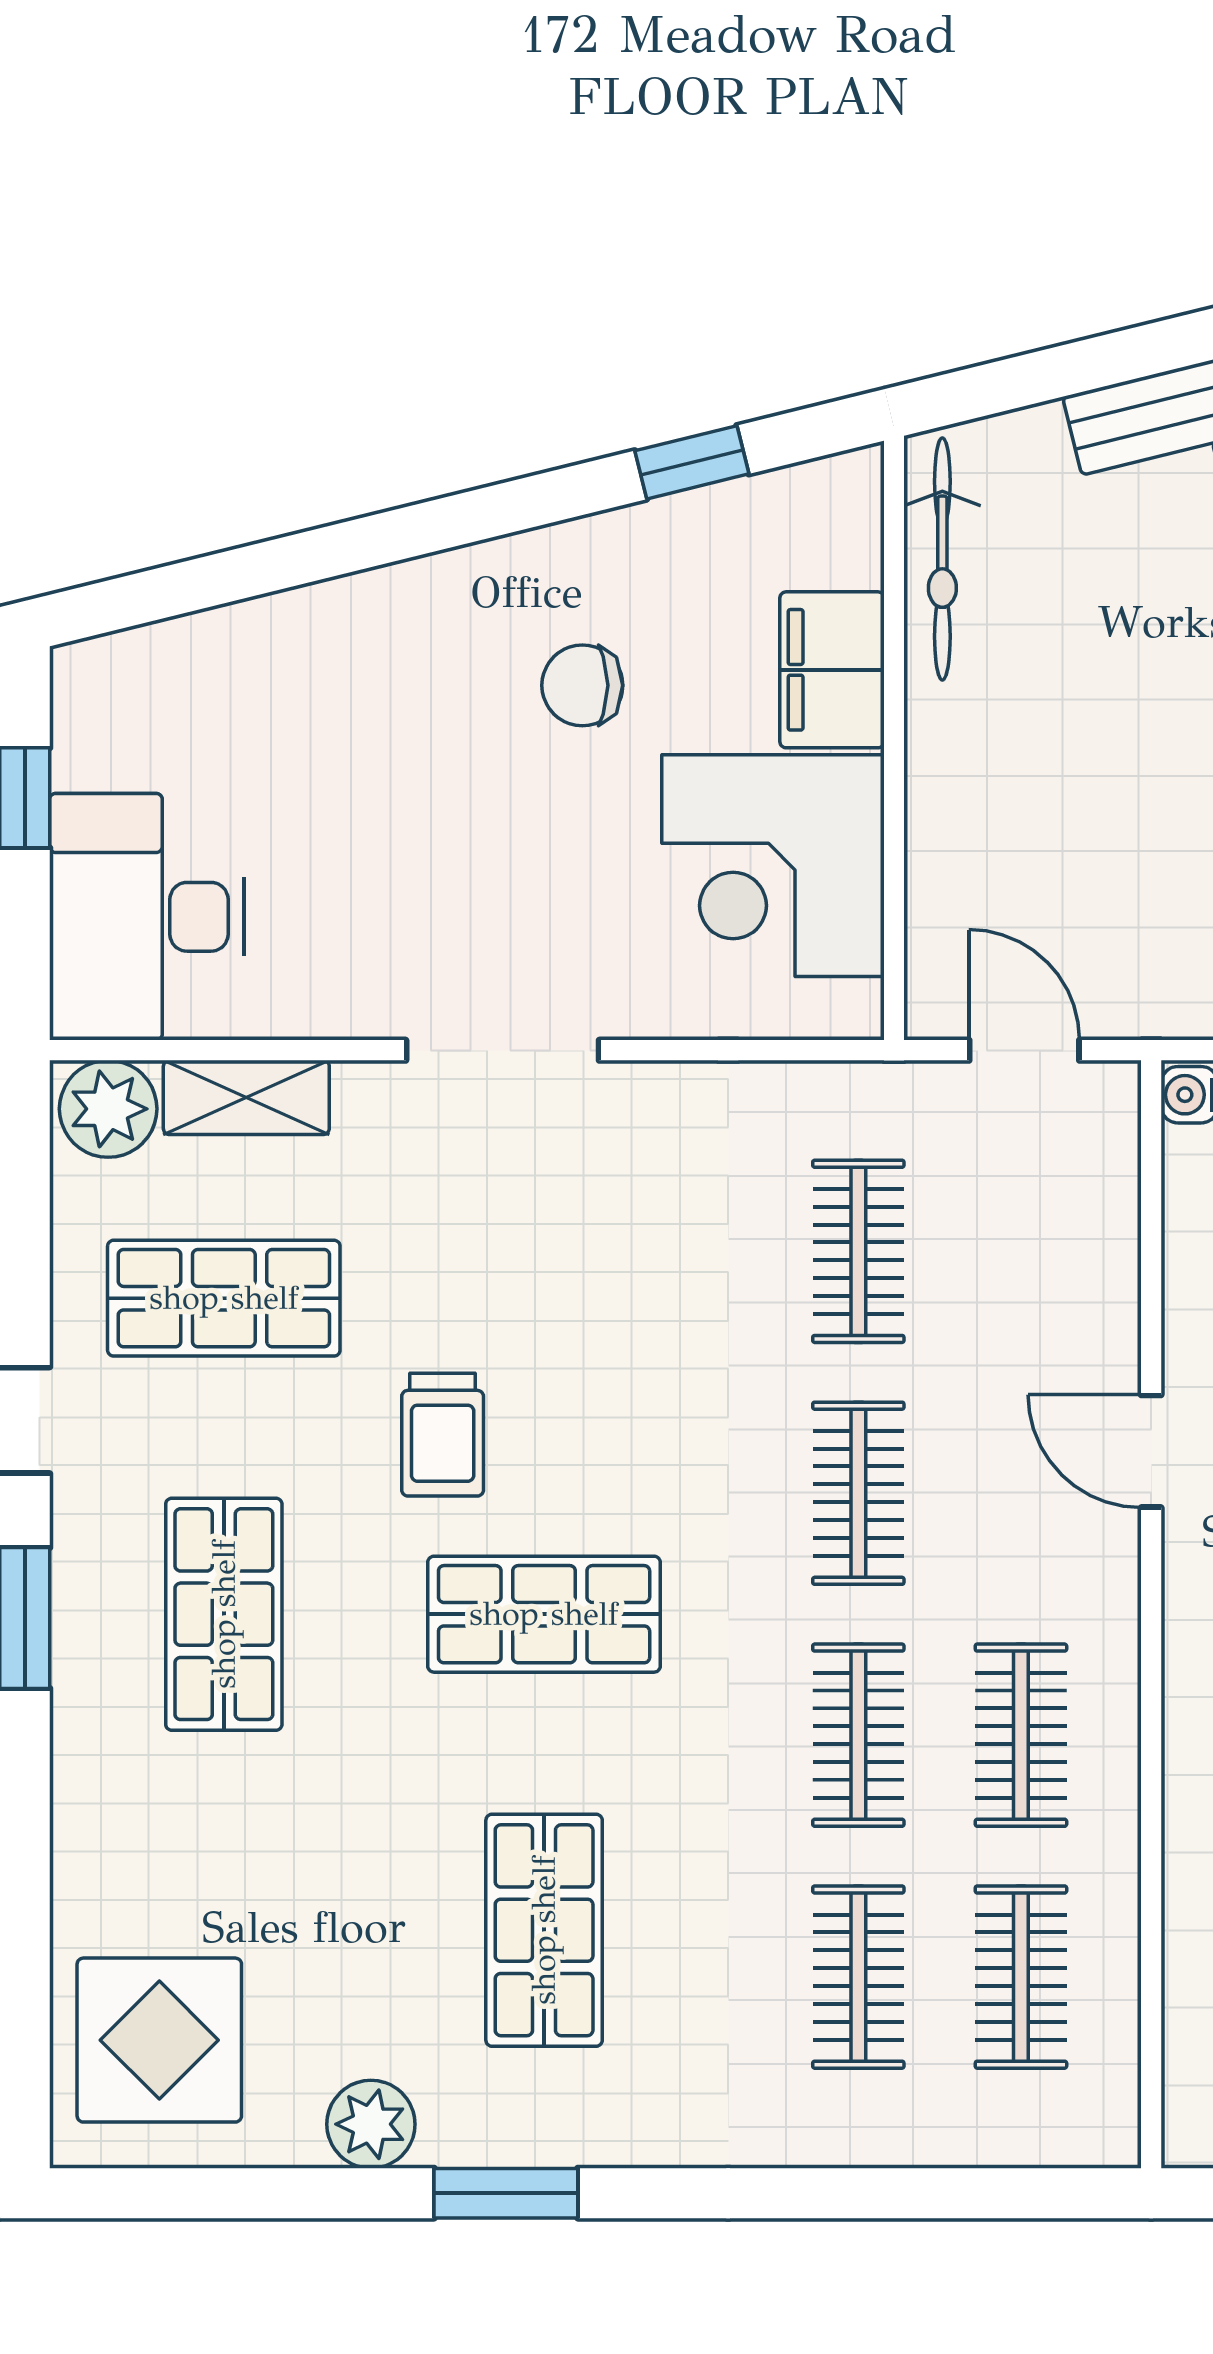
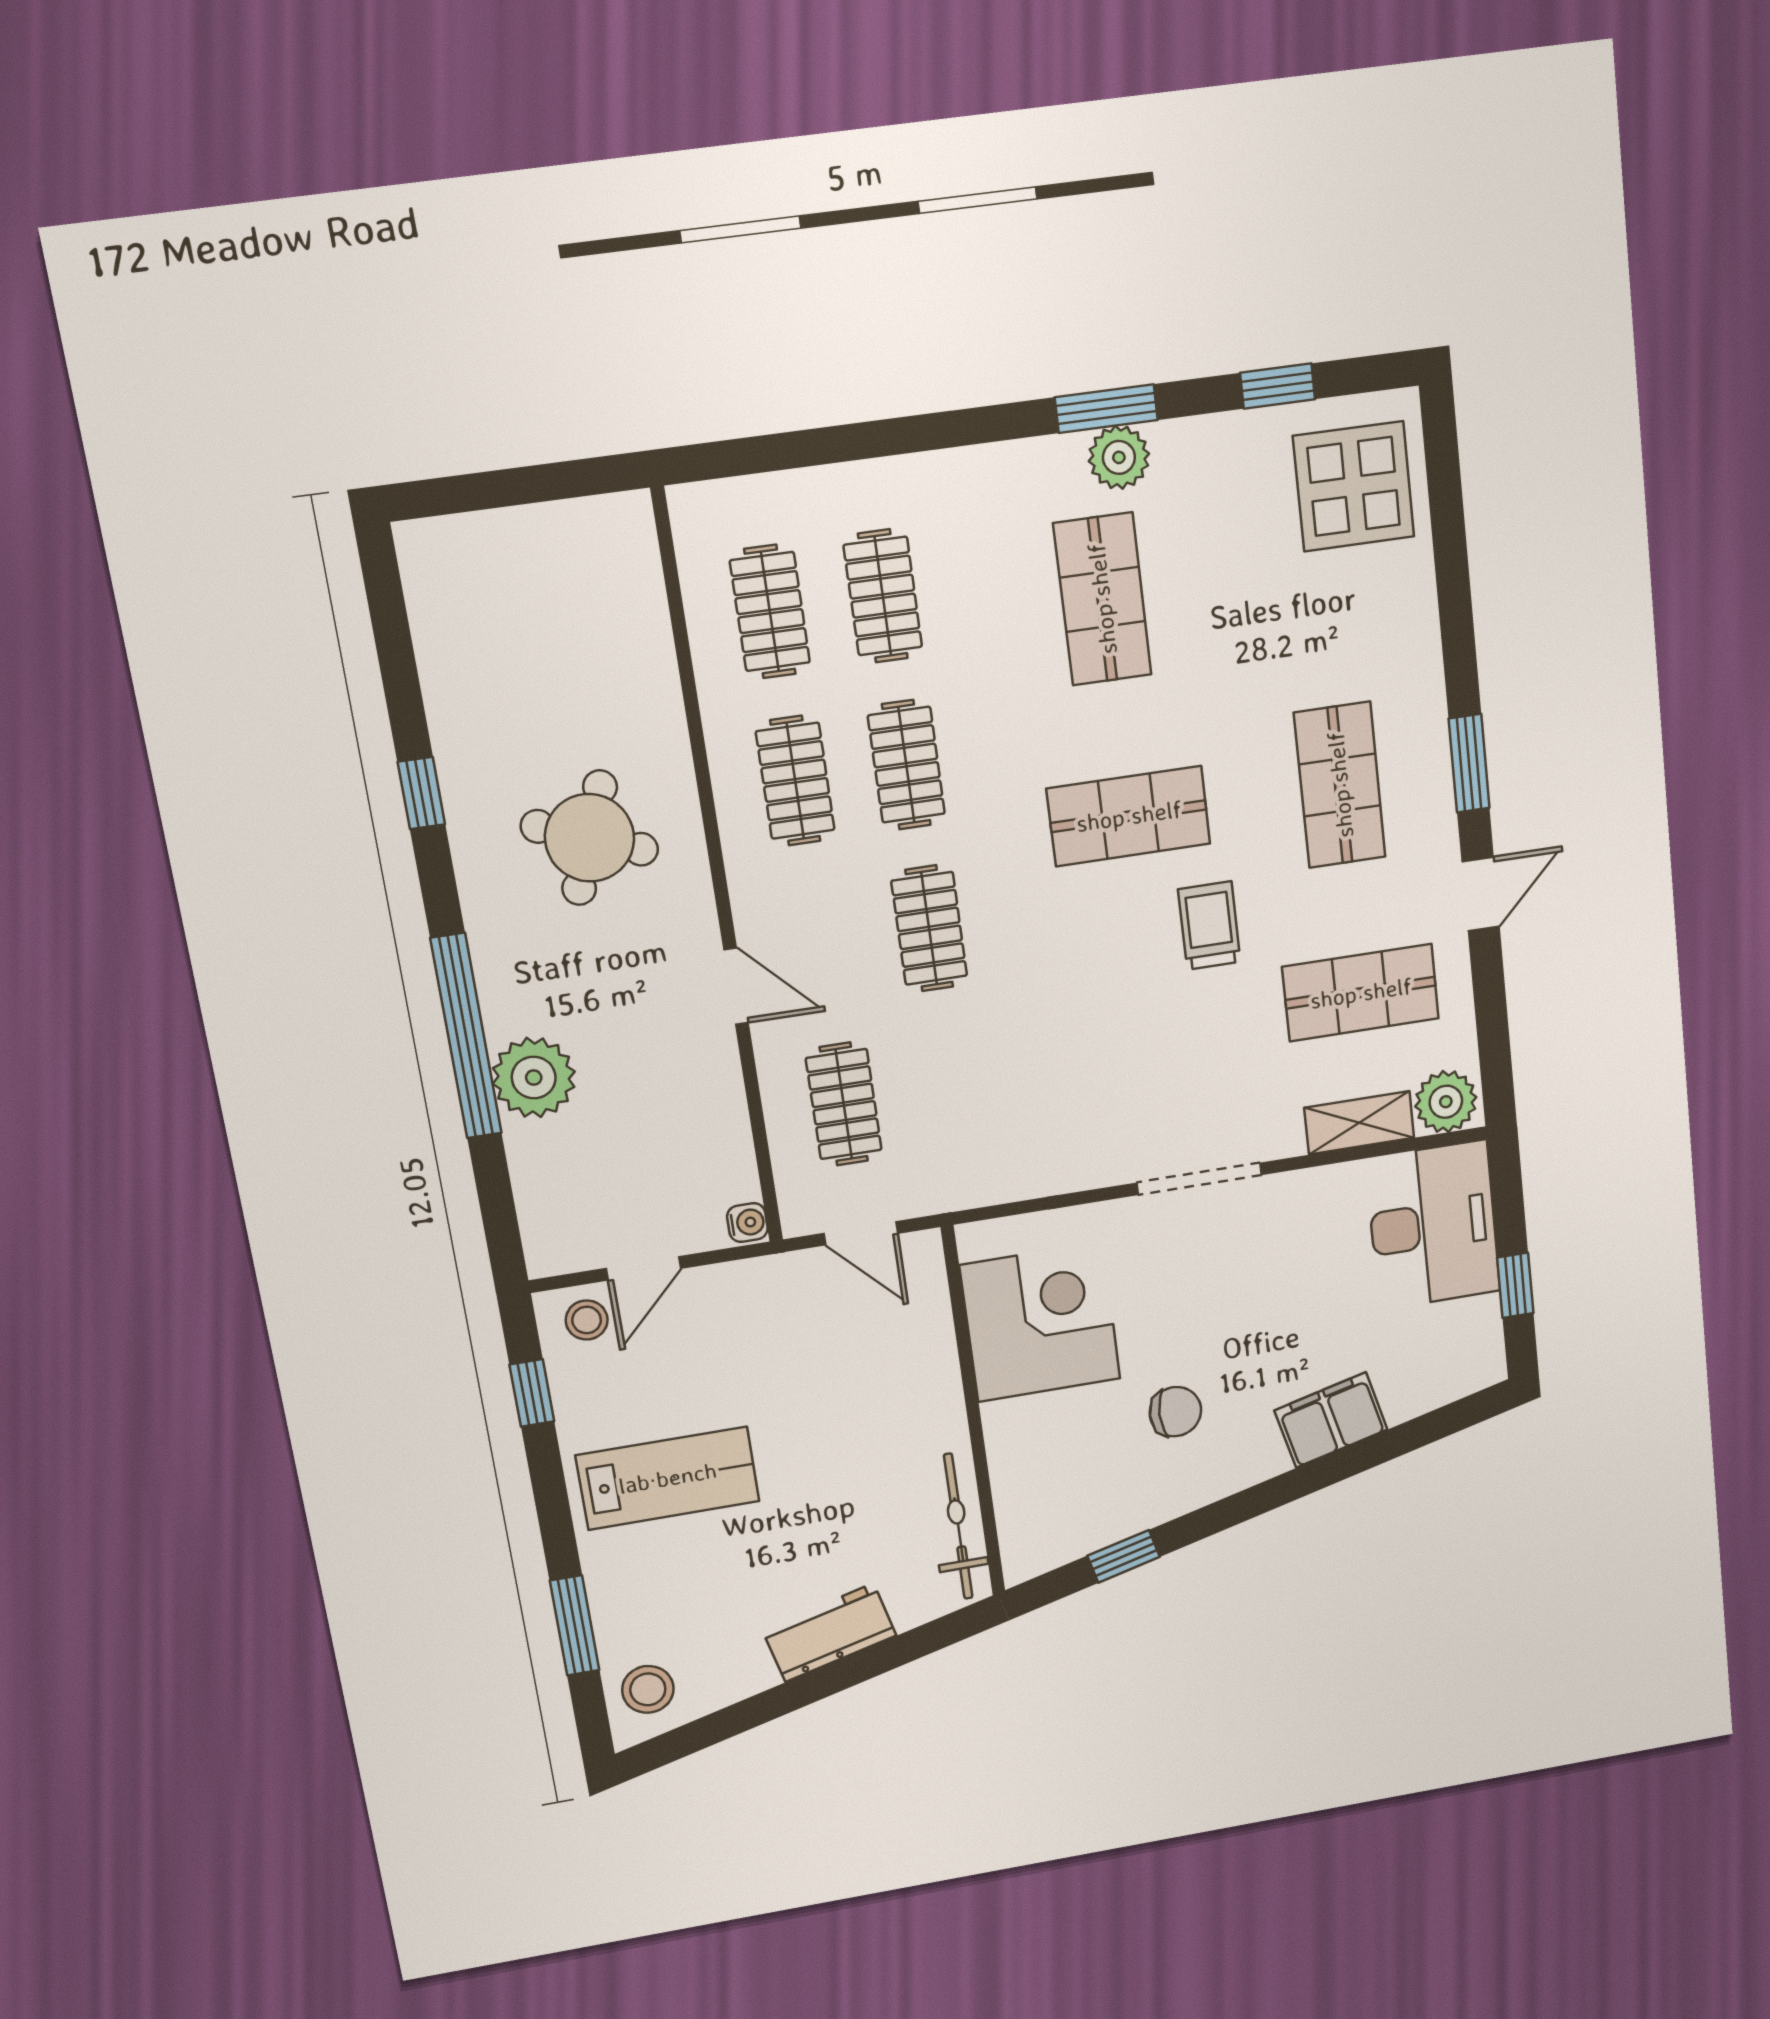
filing cabinet: (832, 670) -> (1331, 1420), moved, turned -104
clothes rail: (858, 1251) -> (844, 1104), moved
plant: (371, 2124) -> (1119, 457), moved
window: (256, 2193) -> (1278, 386), added

